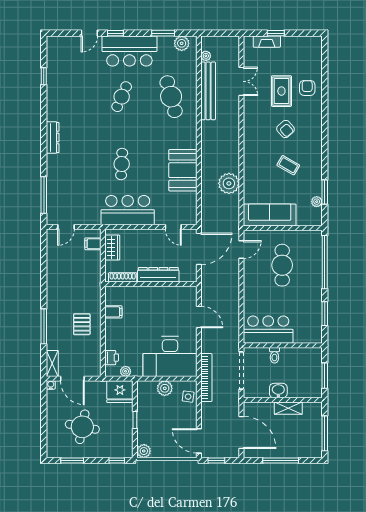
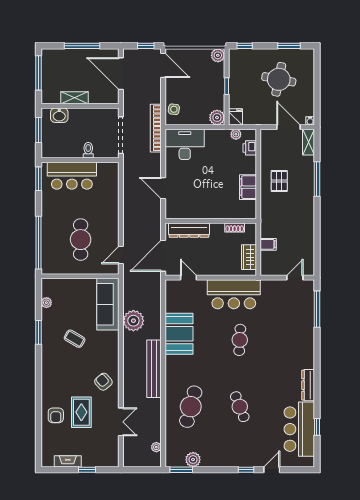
window: (163, 33) -> (181, 470), moved
fireplace: (267, 42) -> (68, 461), moved
plant: (182, 43) -> (193, 460), moved
bar counter: (129, 51) -> (299, 429), moved, turned -90
double door: (241, 81) -> (121, 422), swing flipped
bench: (208, 91) -> (154, 369), moved
cafe table: (122, 97) -> (240, 407), turned -45
cafe table: (171, 97) -> (191, 407), turned 30
armchair: (285, 129) -> (103, 382), moved
dresser: (53, 137) -> (308, 385), moved
window: (325, 192) -> (38, 332), moved
sofa: (270, 215) -> (108, 304), moved, turned 90
filing cabinet: (93, 244) -> (268, 244), moved
dresser: (158, 275) -> (189, 230), moved
shoe rack: (123, 277) -> (235, 228), width x0.70
filing cabinet: (113, 312) -> (248, 187), width x2.00
window: (325, 314) -> (38, 179), moved
bar counter: (268, 330) -> (72, 176), moved
desk: (170, 357) -> (185, 144), width x0.73, depth x0.77
plant: (165, 388) -> (217, 118), moved
washbasin: (278, 391) -> (59, 115), moved
fridge: (120, 392) -> (235, 117), width x0.53, depth x0.75

